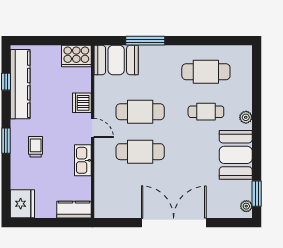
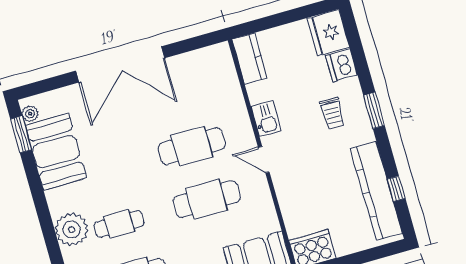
dishwasher: (82, 103) -> (342, 65), moved, turned 180
plant: (246, 117) -> (72, 229), width x1.88, depth x1.88
booth: (236, 155) -> (56, 152), moved
kitchen sink: (83, 160) -> (266, 119), width x0.73
kitchen counter: (74, 210) -> (250, 59), moved, turned -90

